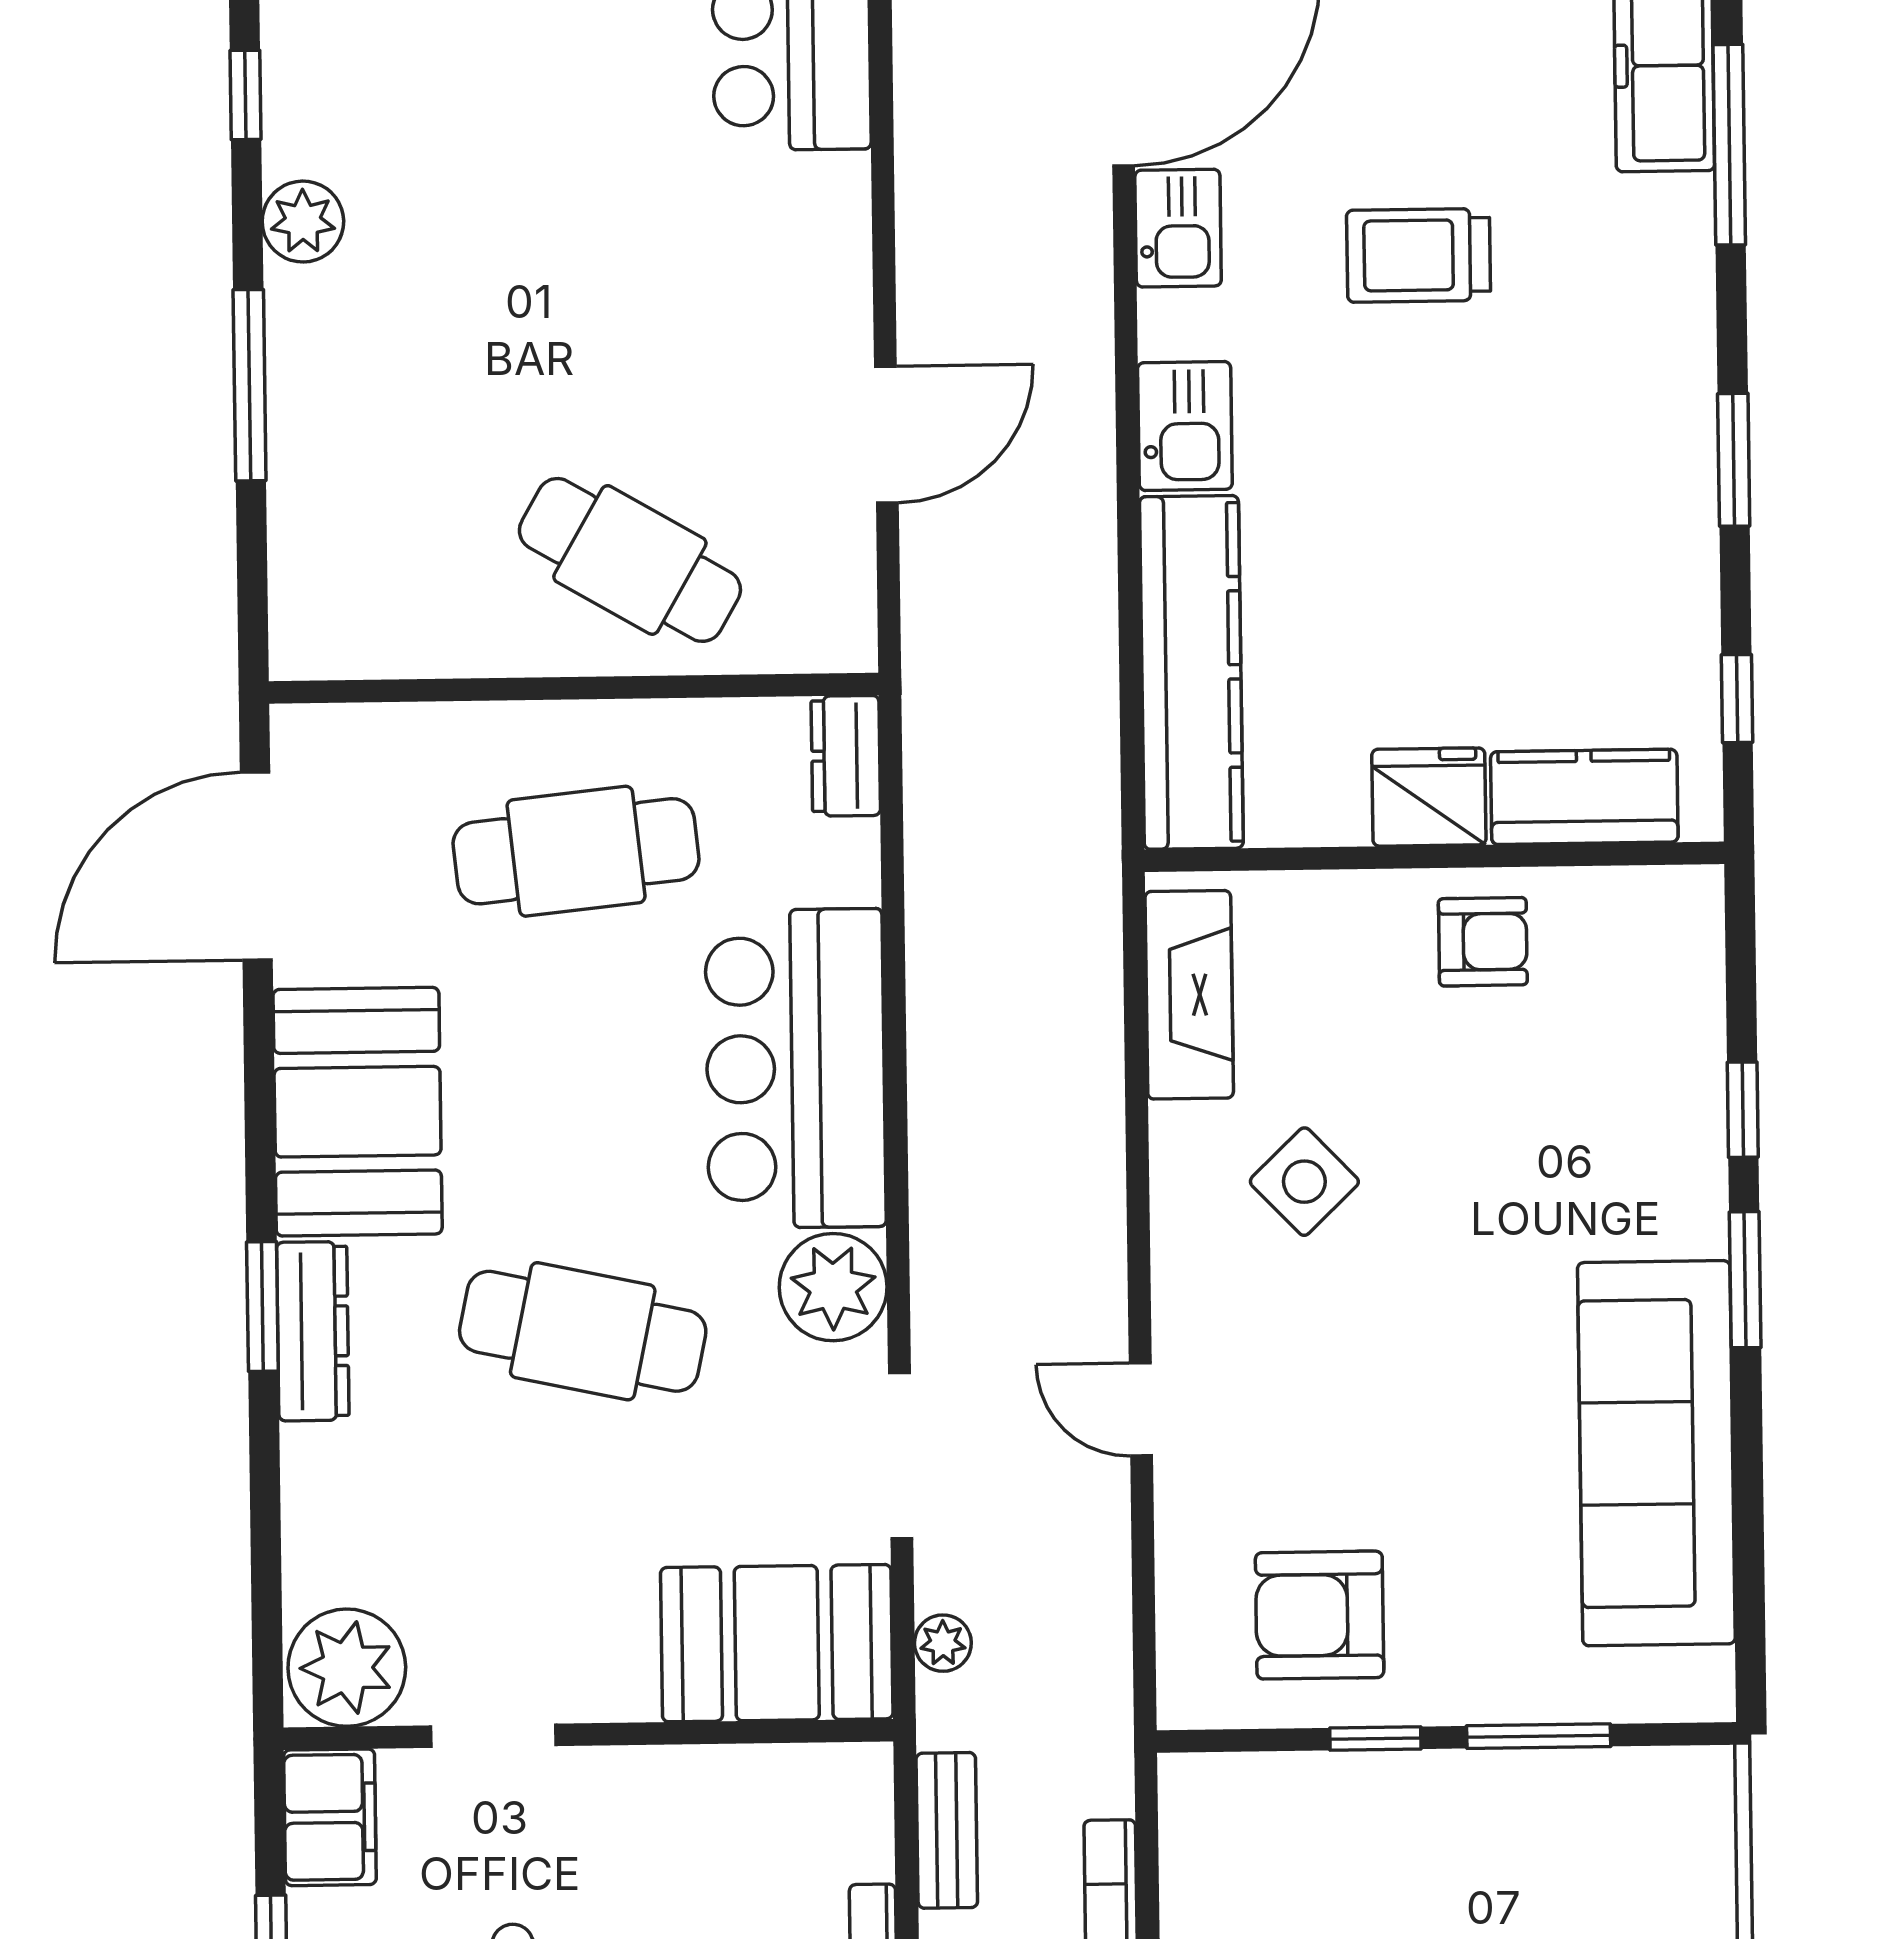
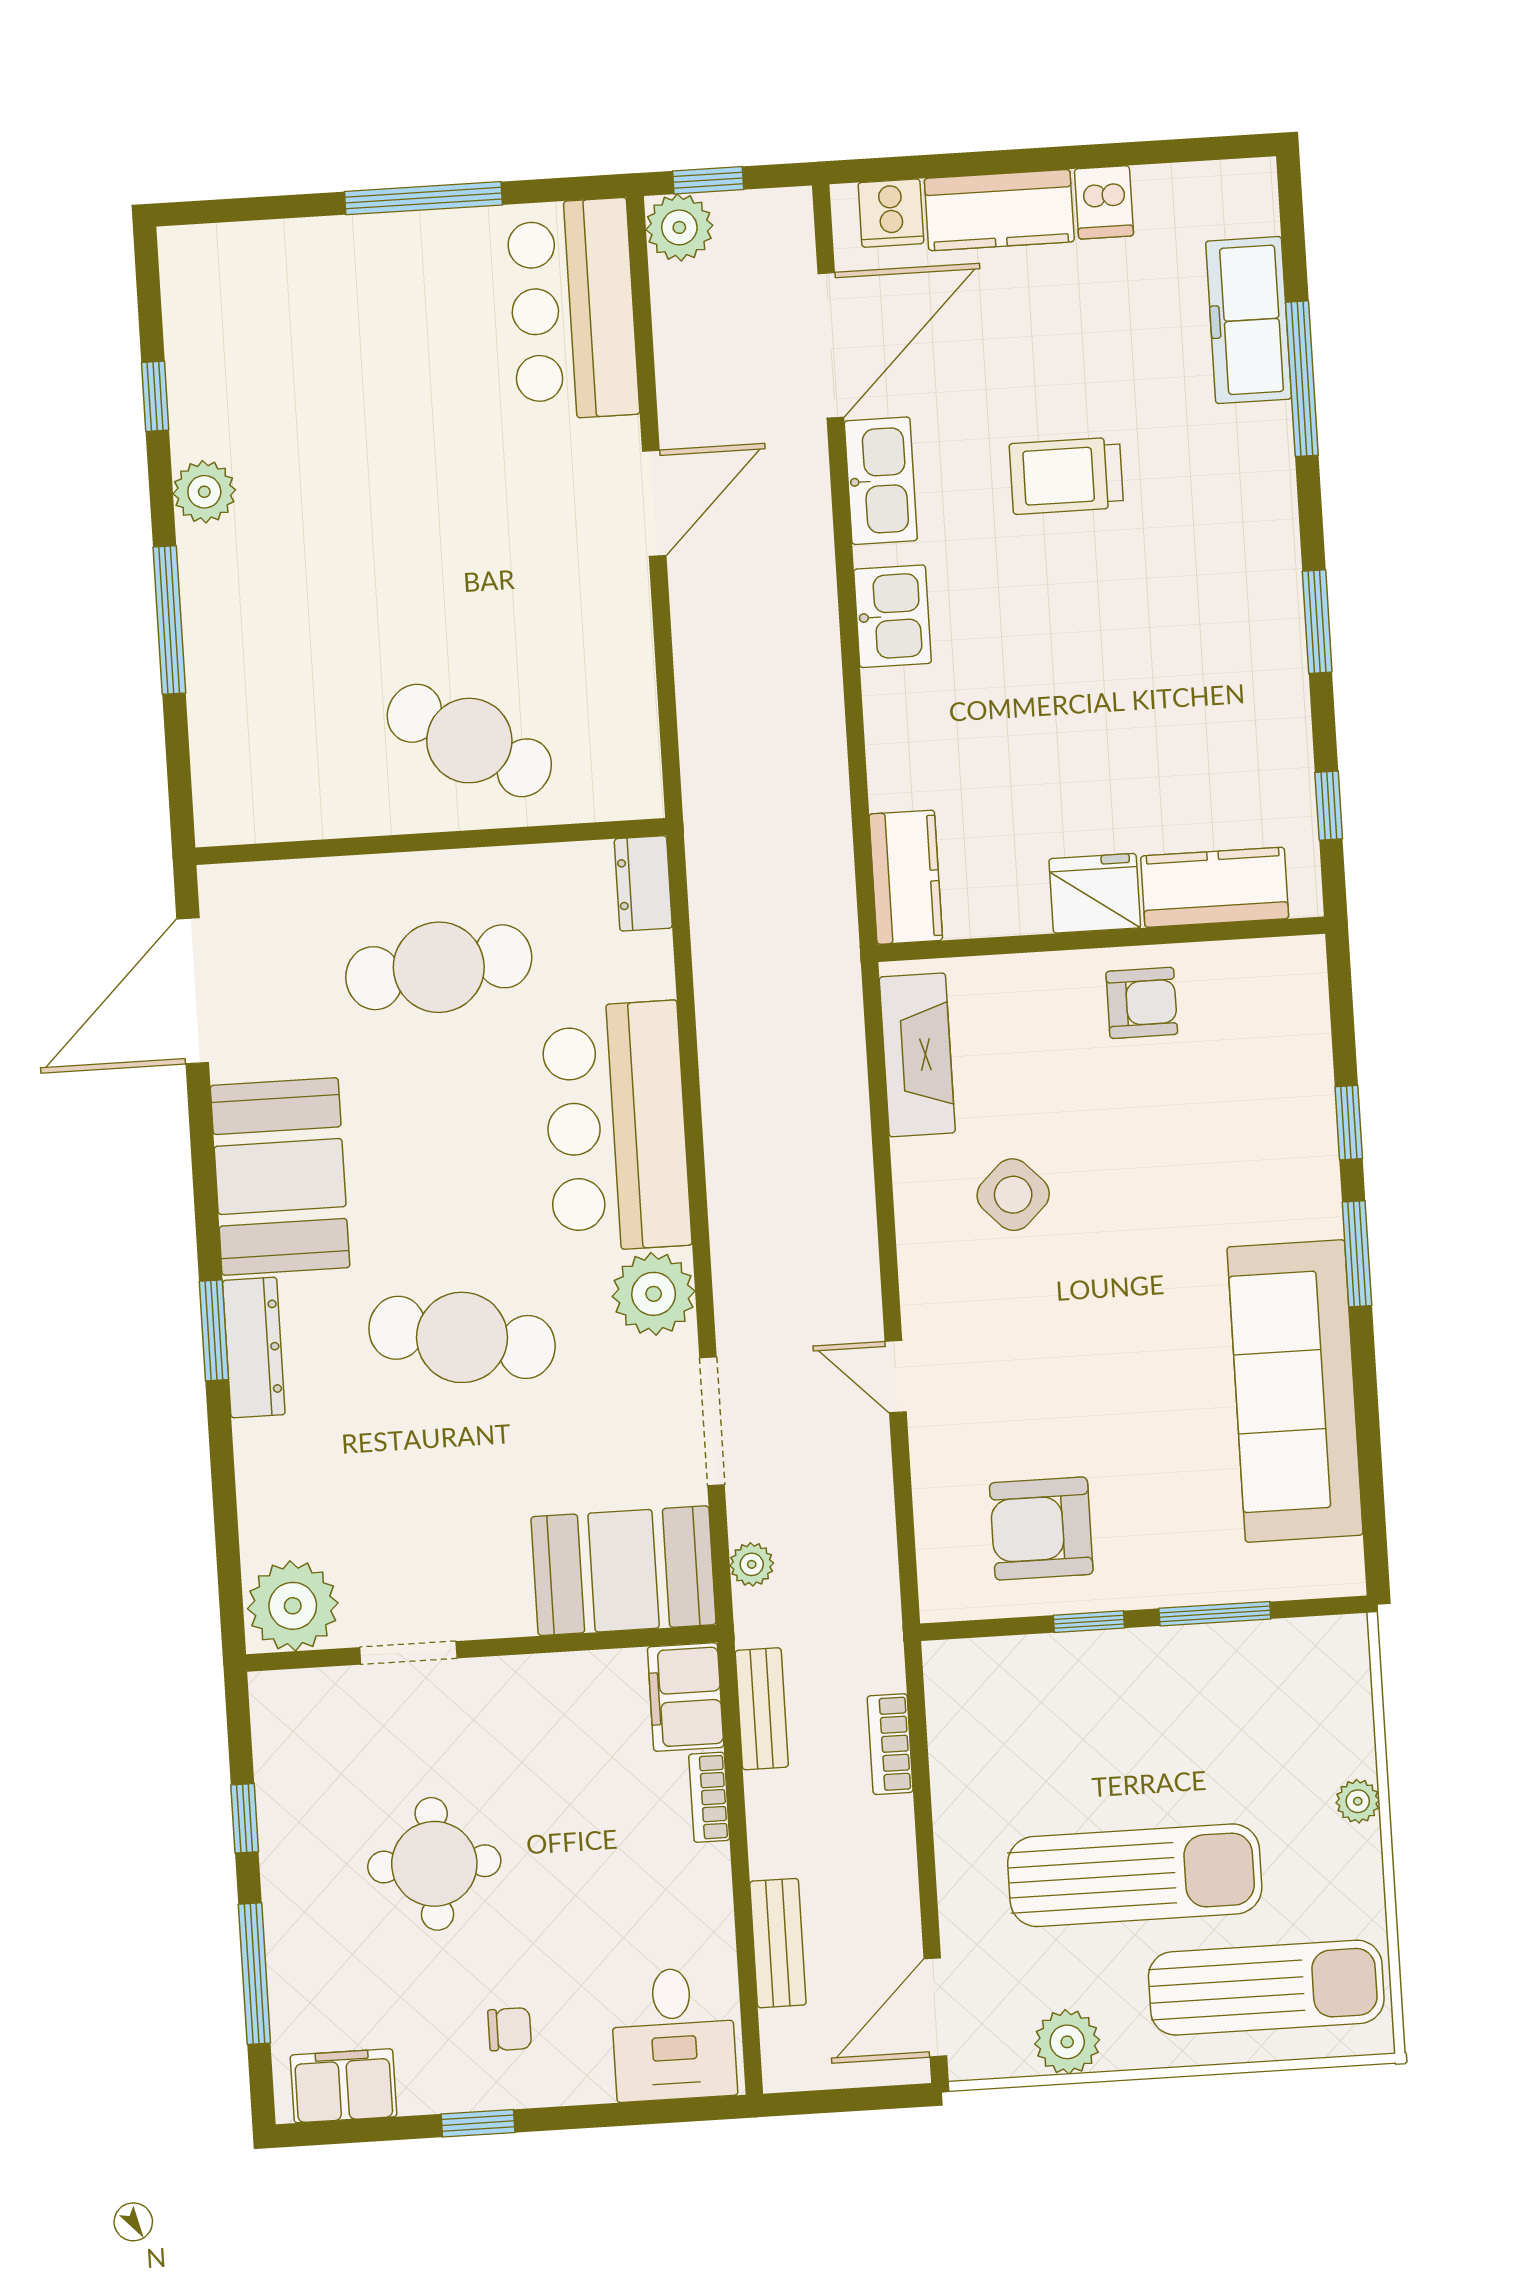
kitchen sink: (1178, 228) -> (881, 481), width x1.38
door: (886, 435) -> (654, 503), moved
kitchen counter: (1191, 672) -> (906, 877), width x0.48, depth x0.86
filing cabinet: (330, 1817) -> (686, 1697), moved, turned 180

